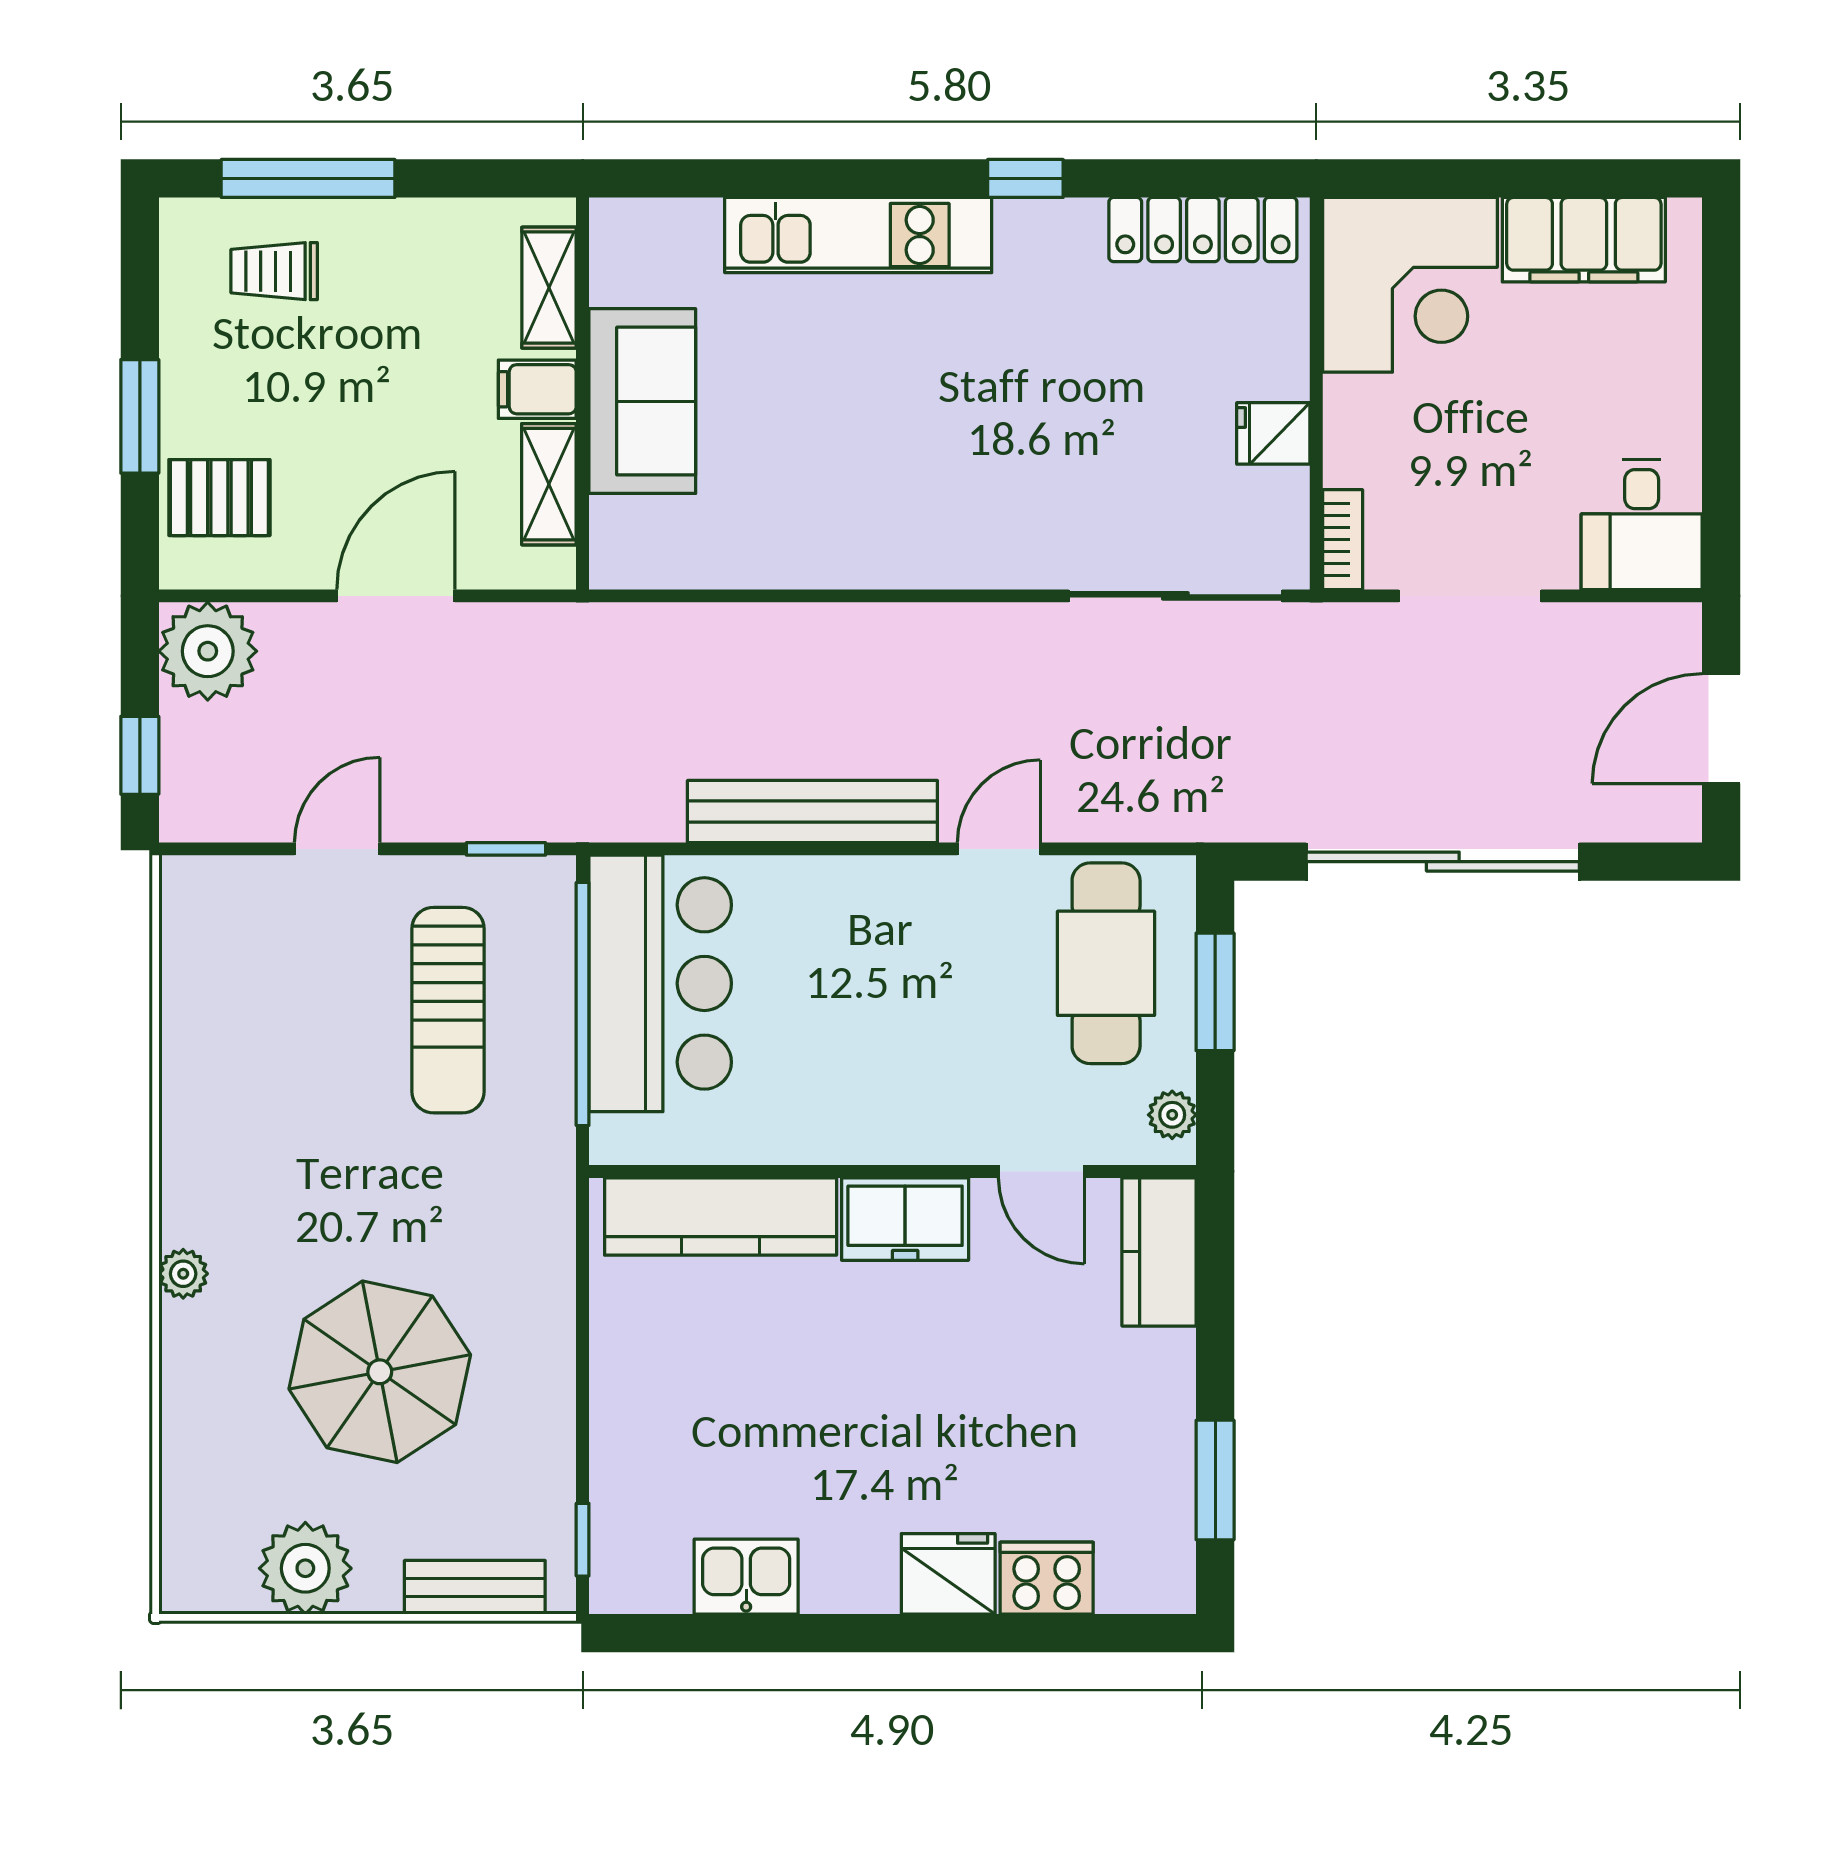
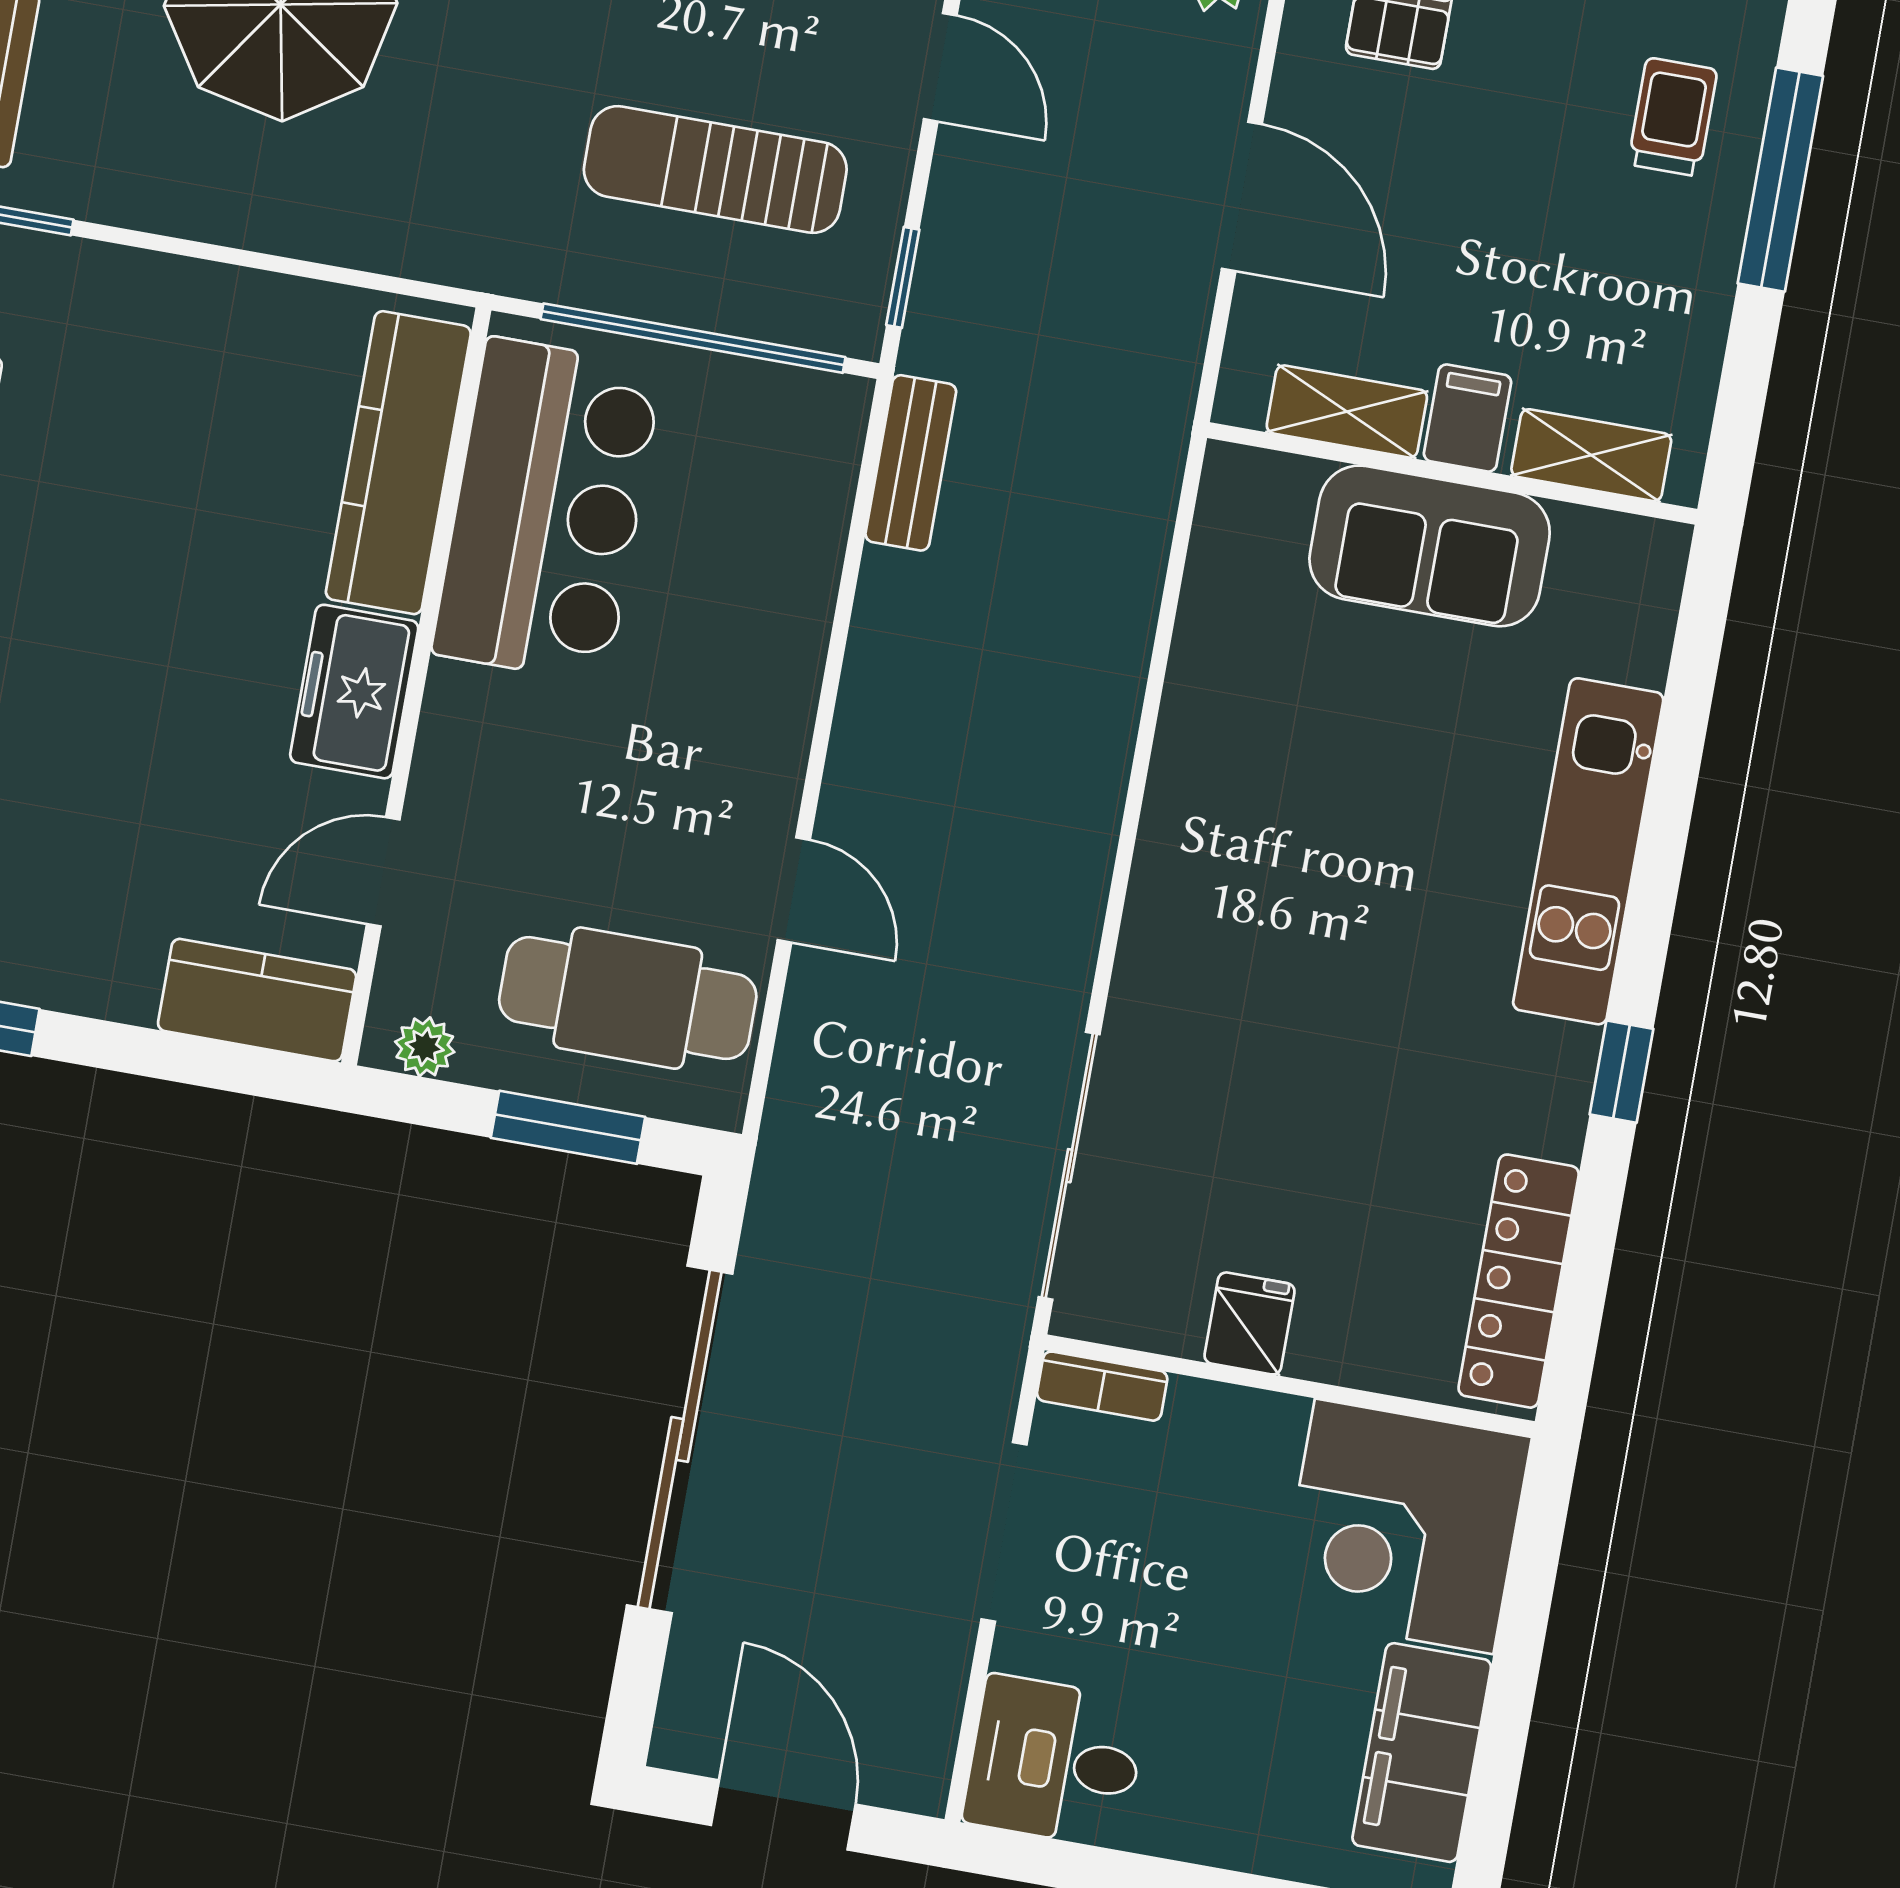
bench: (812, 811) -> (911, 463), moved, width x0.54, depth x0.82
bar counter: (660, 983) -> (547, 510), moved, turned -90

